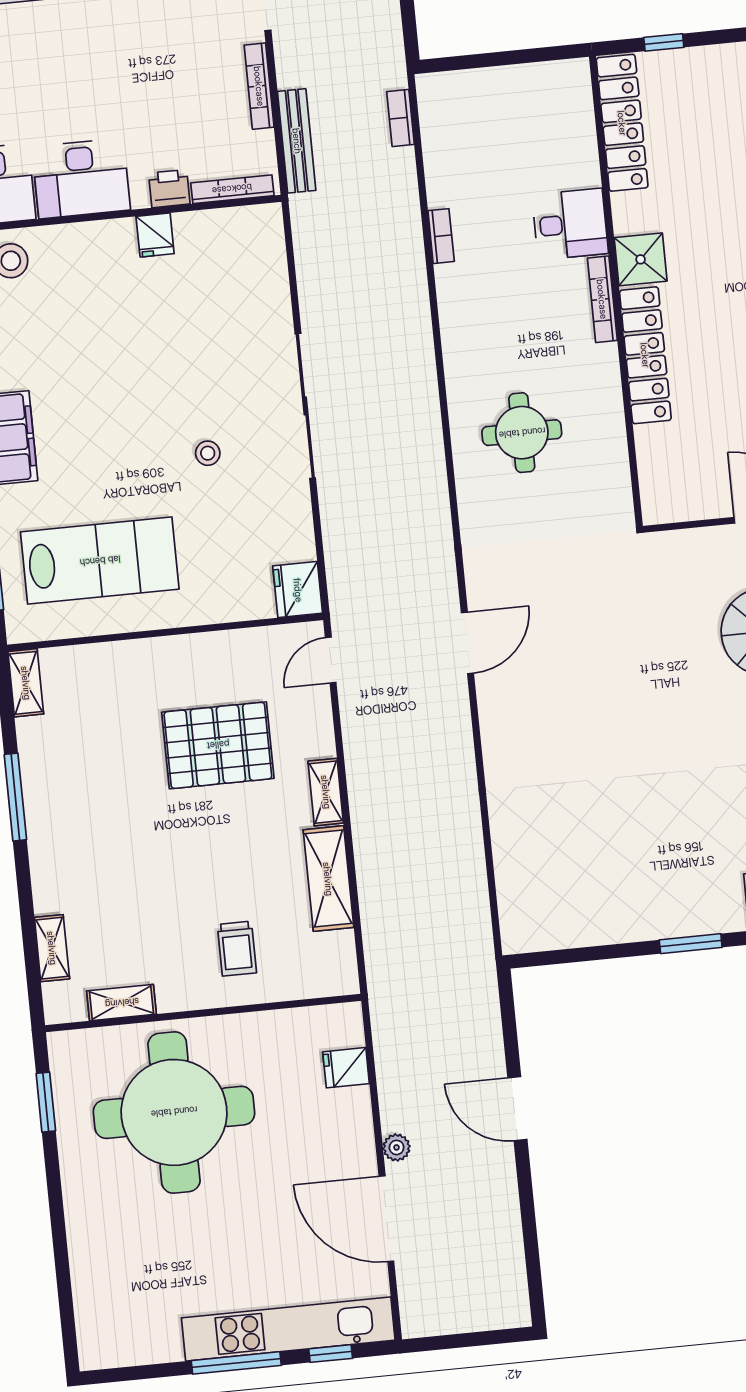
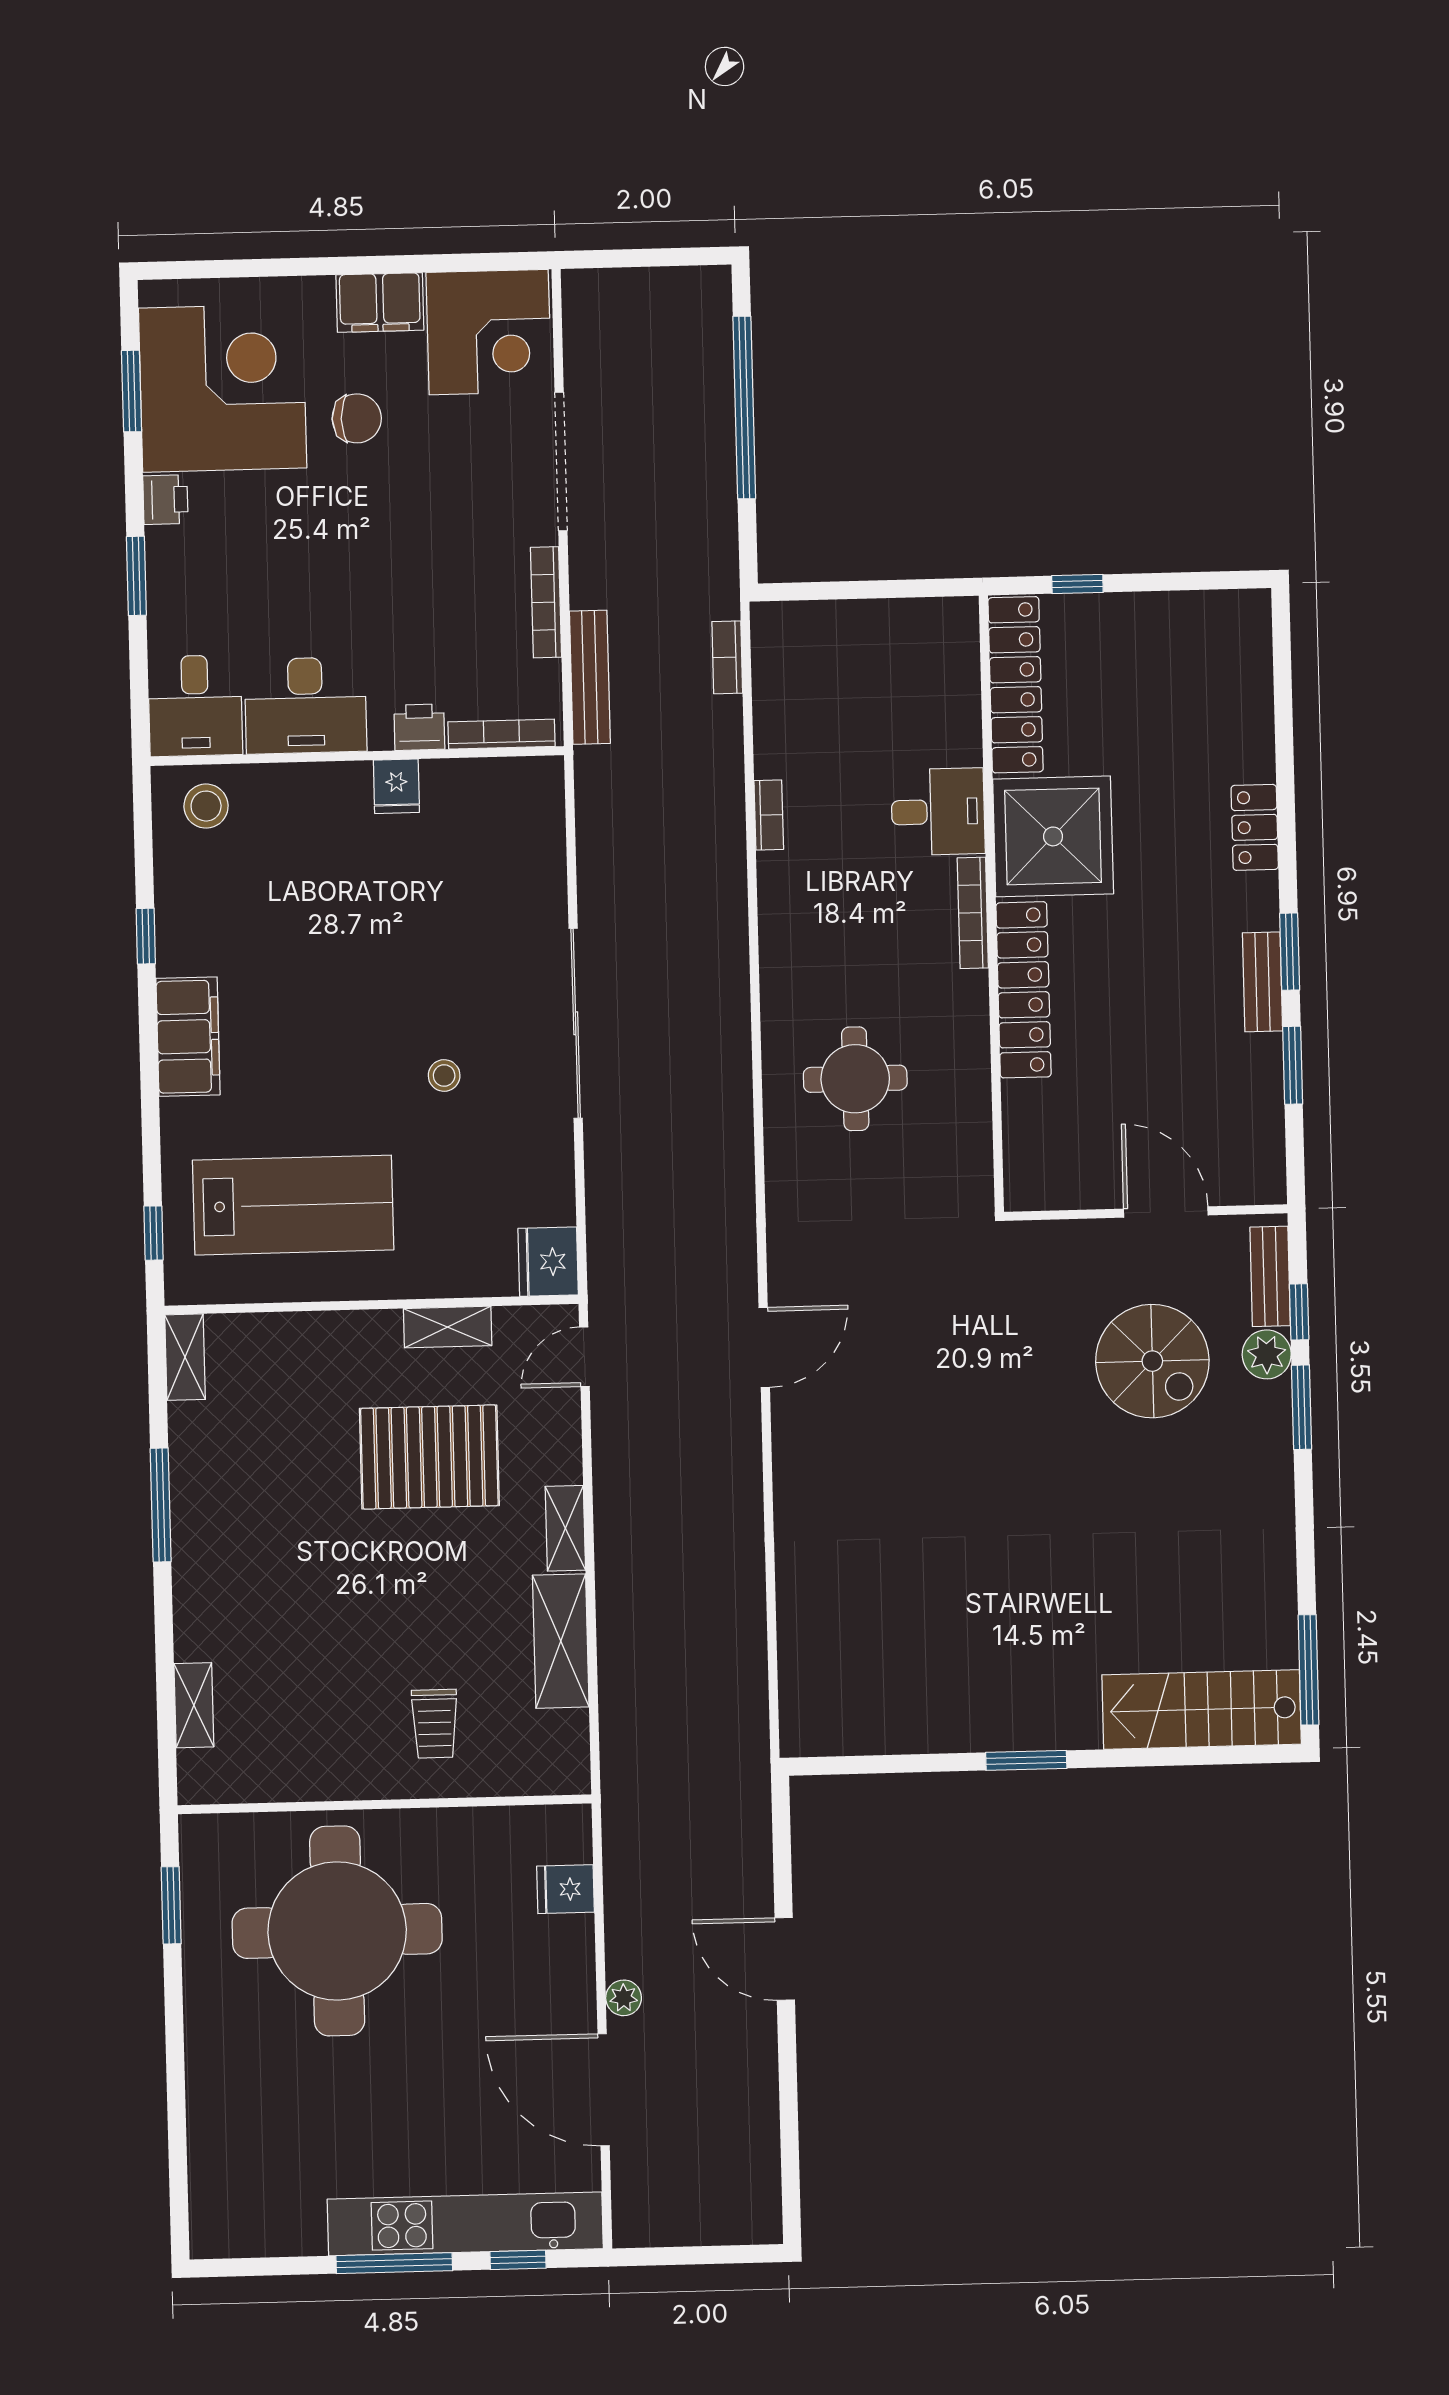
shower: (641, 259) -> (1053, 836), width x1.86, depth x1.86
shelving: (122, 1003) -> (448, 1327), moved

